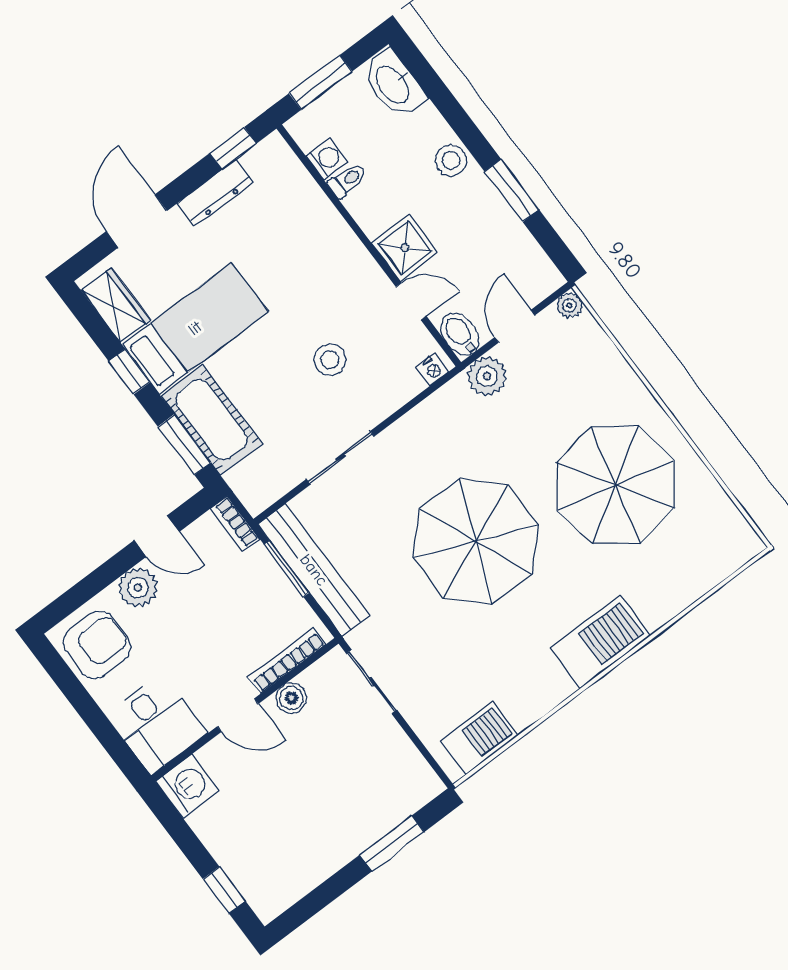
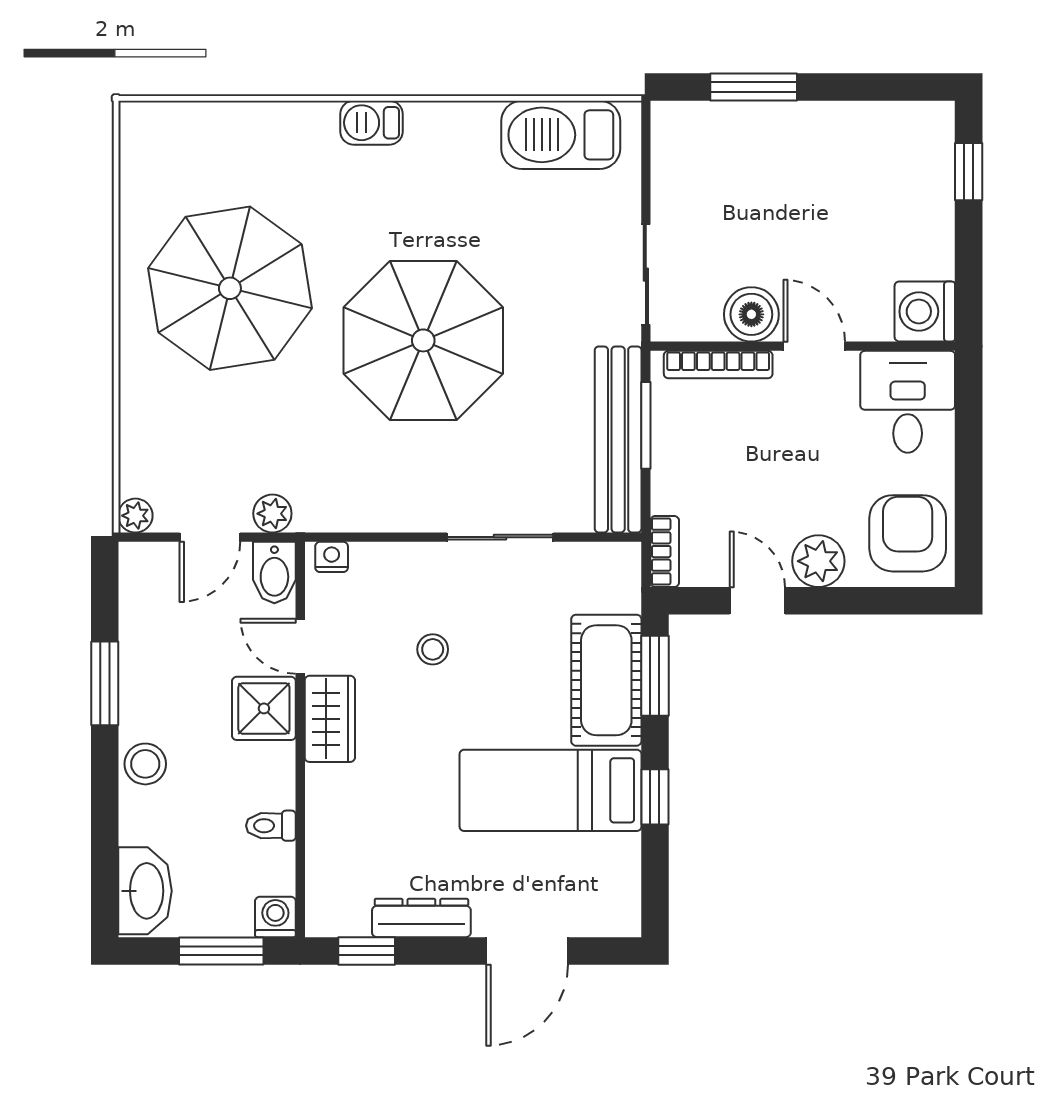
washing machine: (327, 159) -> (275, 917), moved, turned 90
wardrobe: (116, 305) -> (330, 719), moved, turned 180
stool: (330, 360) -> (433, 649), width x0.73, depth x0.73
plant: (487, 376) -> (272, 514), width x0.73, depth x0.73
window: (286, 569) -> (646, 425), moved
barbecue: (600, 642) -> (372, 123), width x0.53, depth x0.65
armchair: (97, 645) -> (908, 533), turned 90
boiler: (291, 698) -> (751, 314), width x1.36, depth x1.36
barbecue: (479, 738) -> (561, 135), width x1.37, depth x1.21

